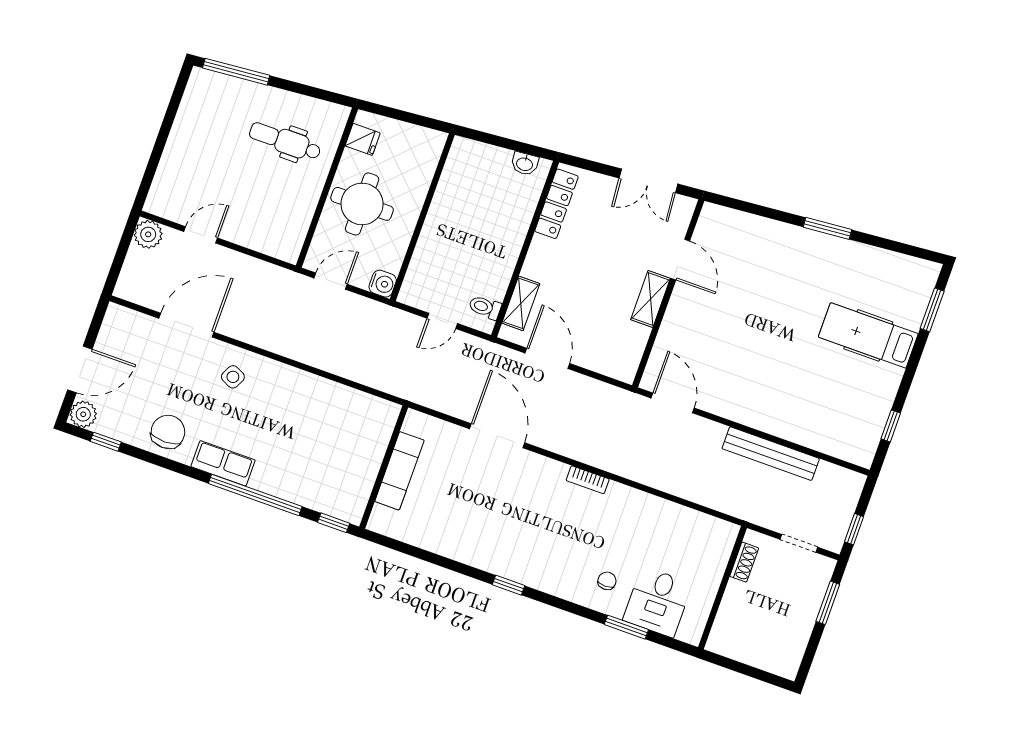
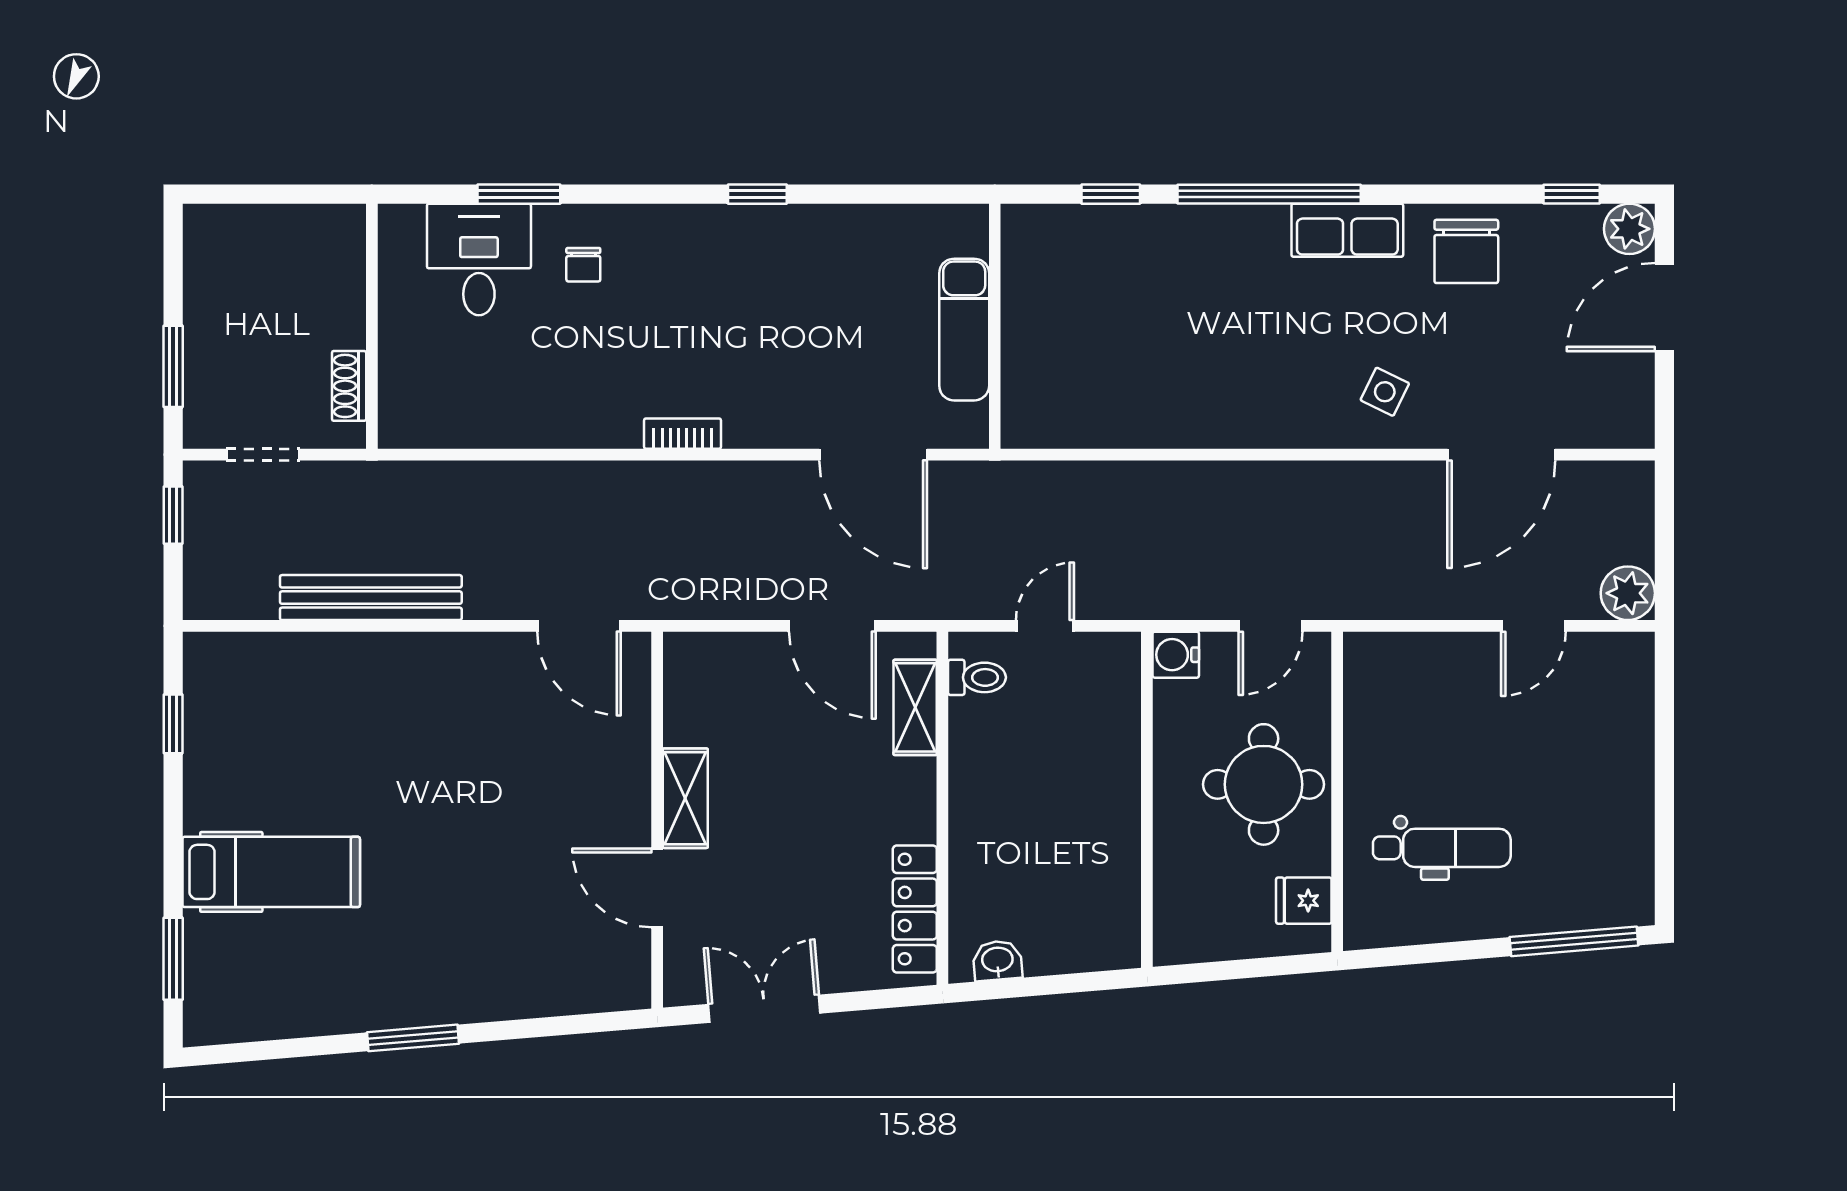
wall: (384, 467) -> (995, 326), moved
exam couch: (399, 471) -> (964, 330), moved

